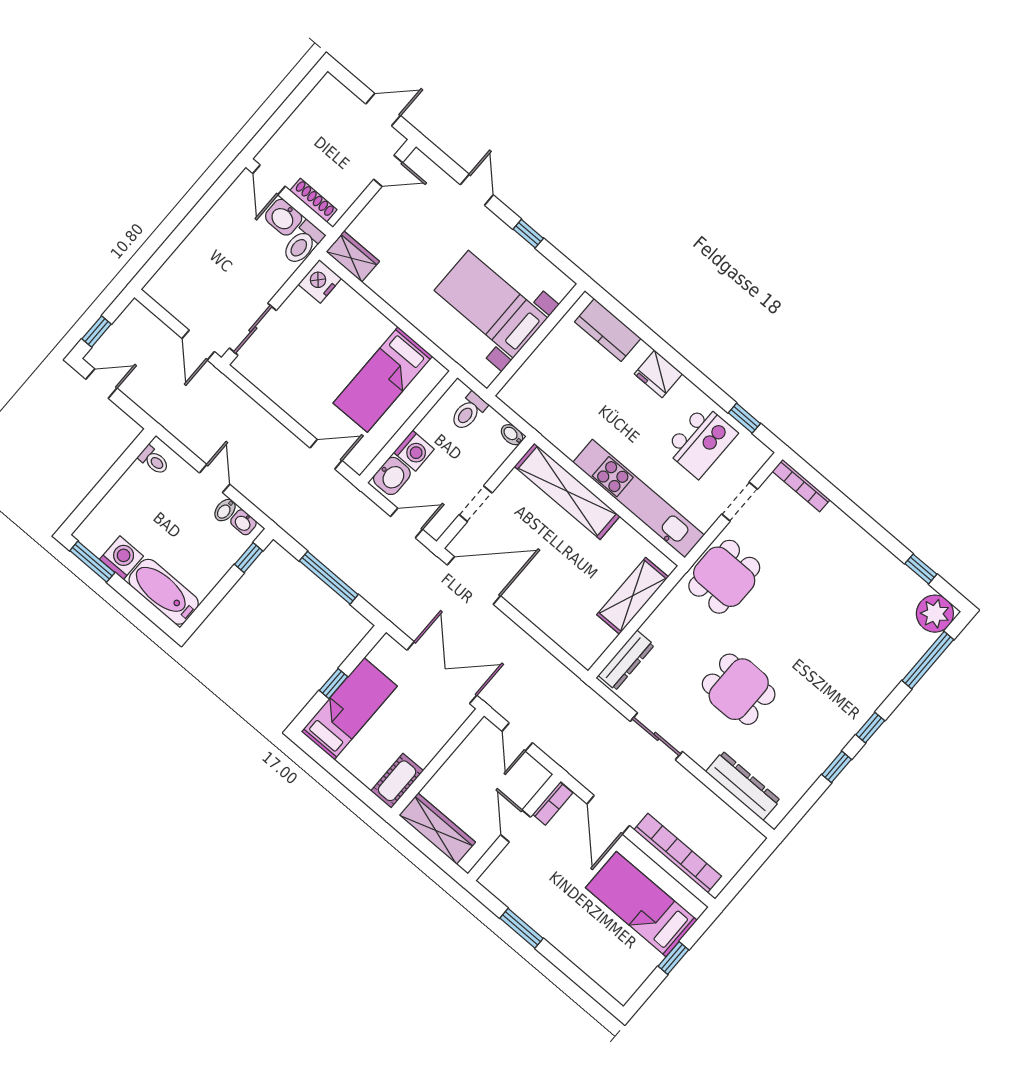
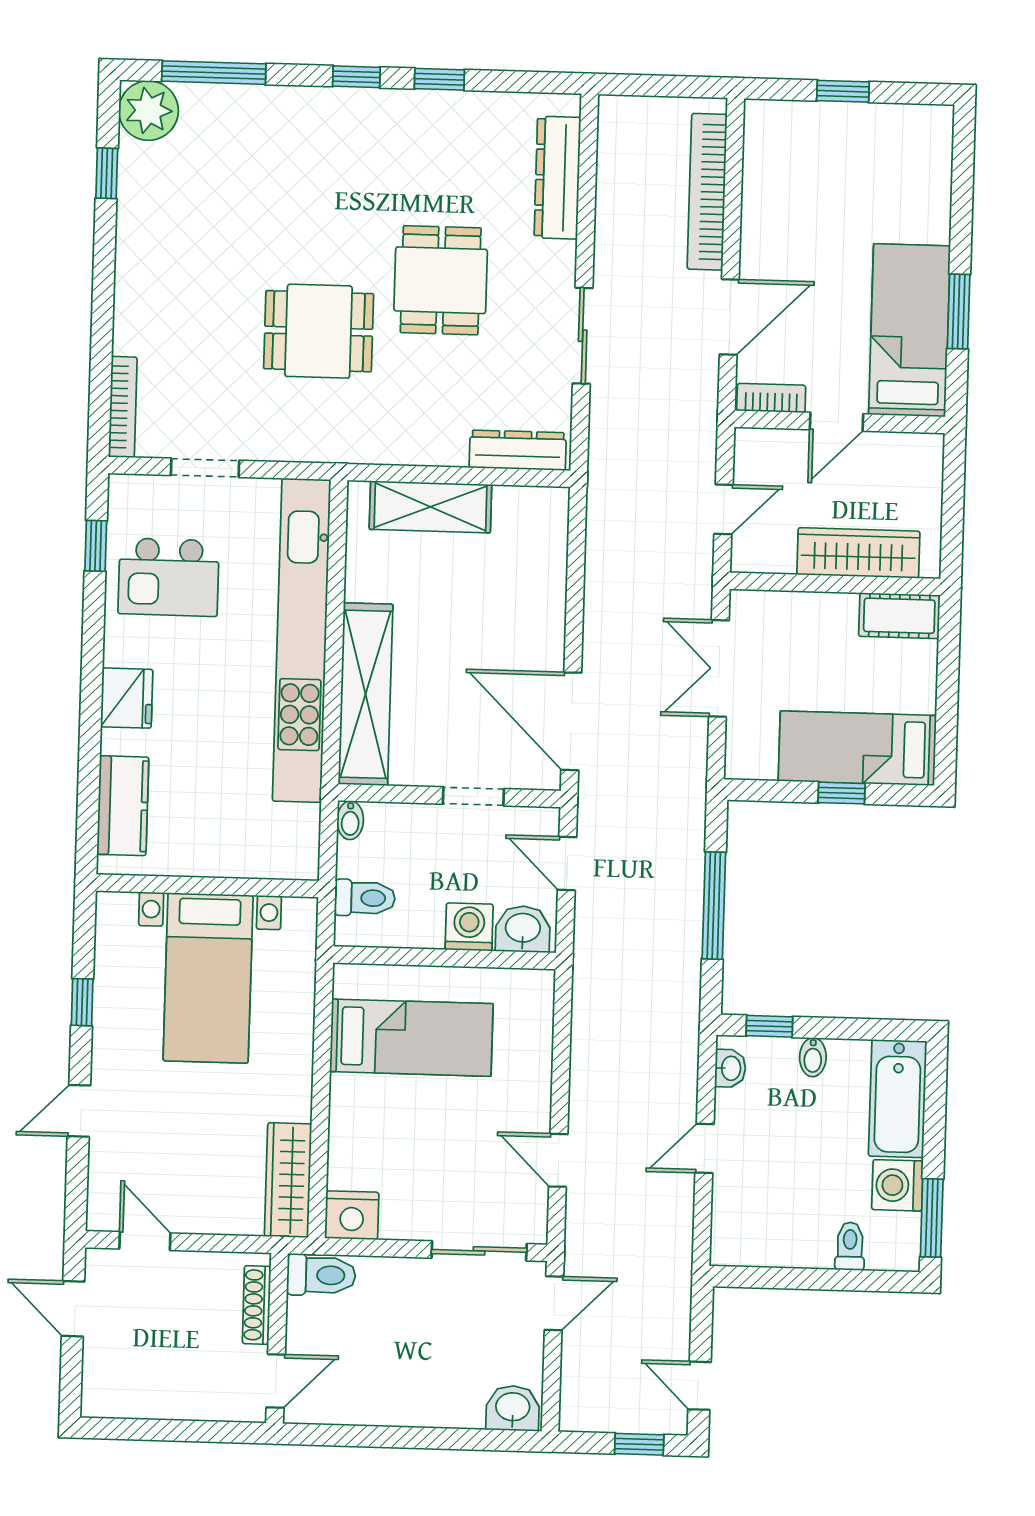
washbasin: (284, 217) -> (513, 1408), moved, turned -90
wardrobe: (353, 256) -> (288, 1180), width x1.50
kitchen island: (701, 441) -> (169, 577), turned 180
door: (326, 454) -> (558, 1160), moved
toilet: (154, 460) -> (850, 1246), moved
kitchen unit: (639, 499) -> (302, 640), width x1.36
bidet: (225, 510) -> (813, 1057), moved, turned 90
dining table: (724, 577) -> (319, 331), moved
double door: (442, 673) -> (719, 668), width x0.73
wardrobe: (437, 829) -> (858, 553), moved, turned 90
bed: (641, 904) -> (909, 330), moved, turned 180

